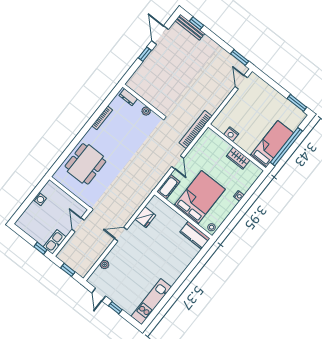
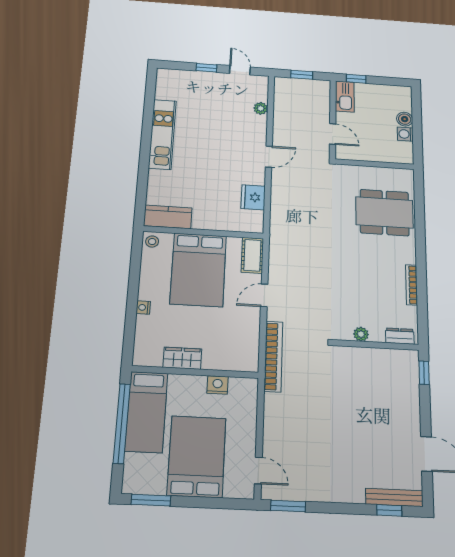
window: (145, 54) -> (424, 373), moved
bed: (264, 108) -> (197, 456), added
door: (178, 162) -> (264, 295), hinge flipped
dining table: (85, 164) -> (384, 213), turned 90
boiler: (33, 208) -> (405, 119), added
kitchen unit: (151, 302) -> (162, 134), moved

